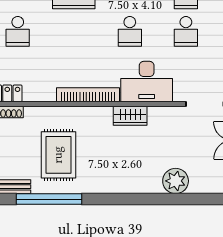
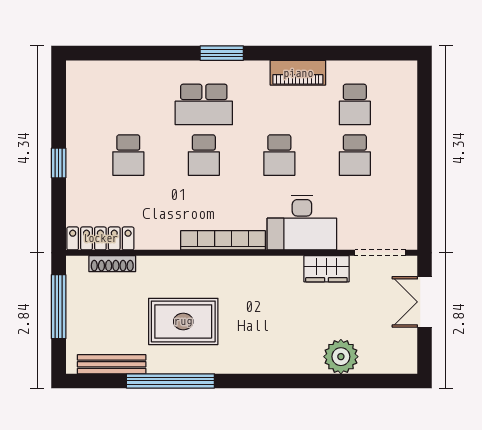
school desk: (74, 31) -> (204, 155), added
wardrobe: (130, 116) -> (326, 269), moved
rug: (58, 155) -> (183, 321), turned 90

